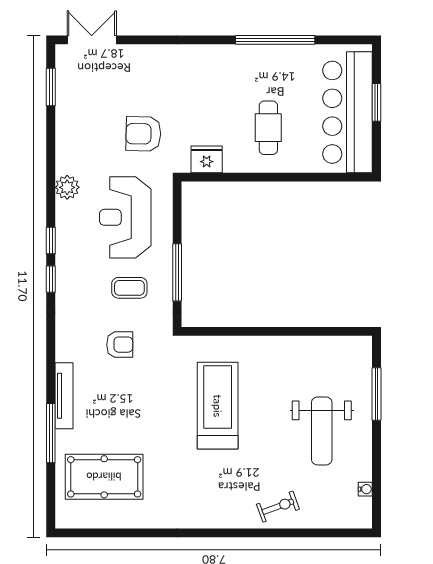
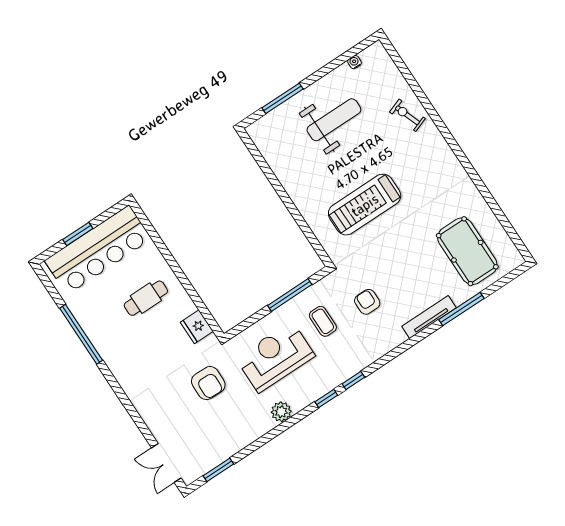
reception desk: (125, 217) -> (275, 357), turned 180

